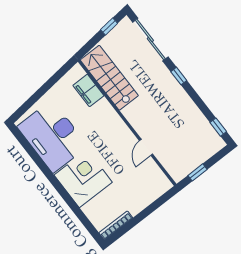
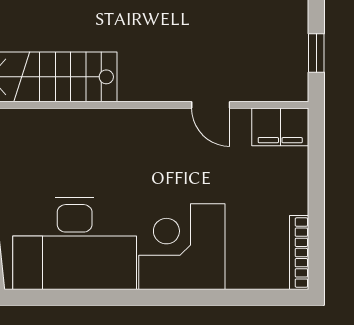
filing cabinet: (88, 90) -> (280, 127), moved

